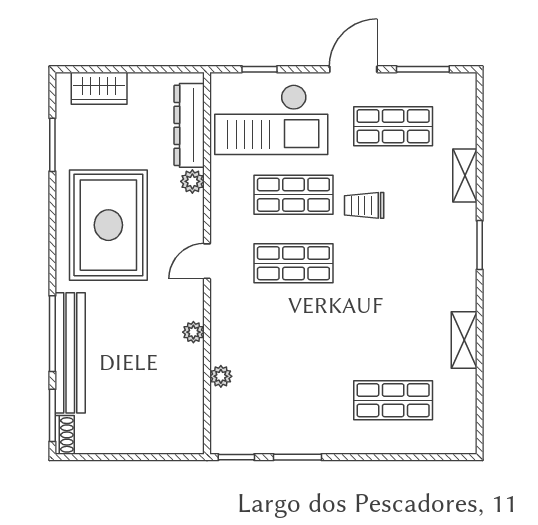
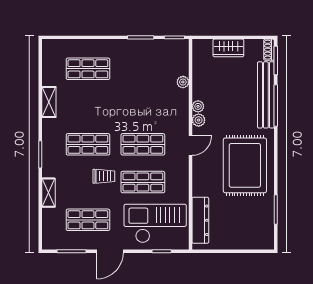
wardrobe: (99, 88) -> (228, 48), moved, turned 180
plant: (192, 181) -> (199, 120), moved
shop shelf: (393, 263) -> (88, 144), added

